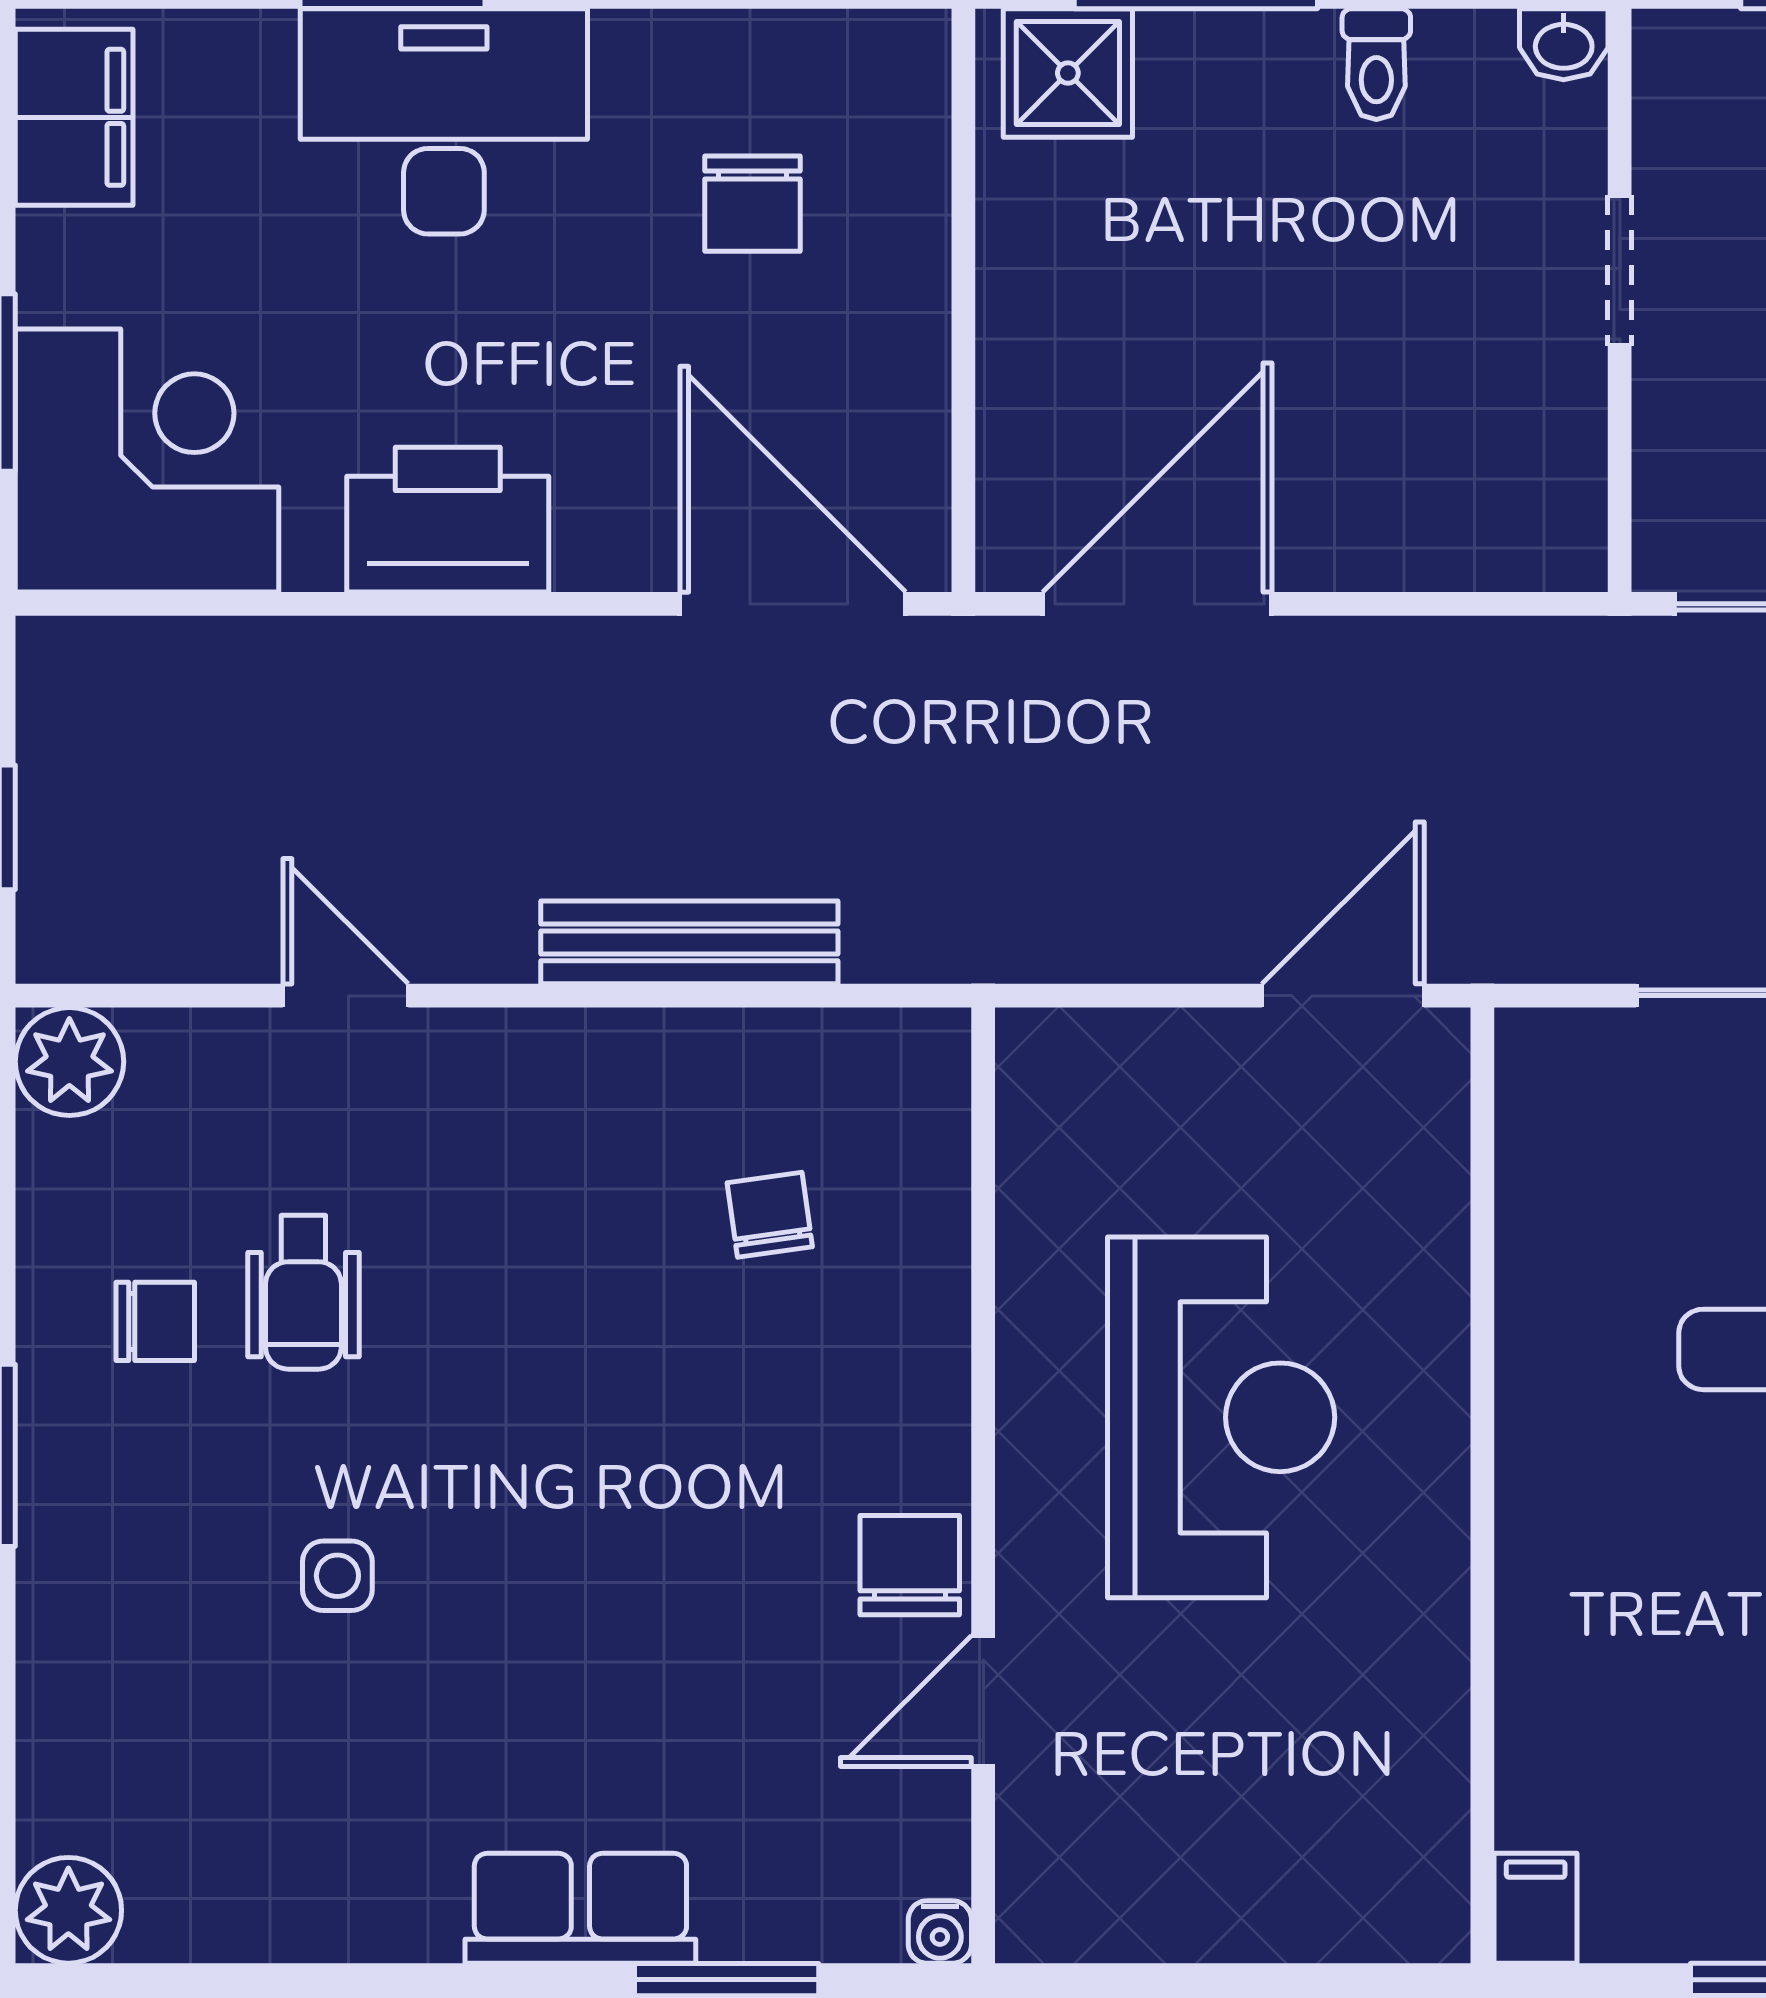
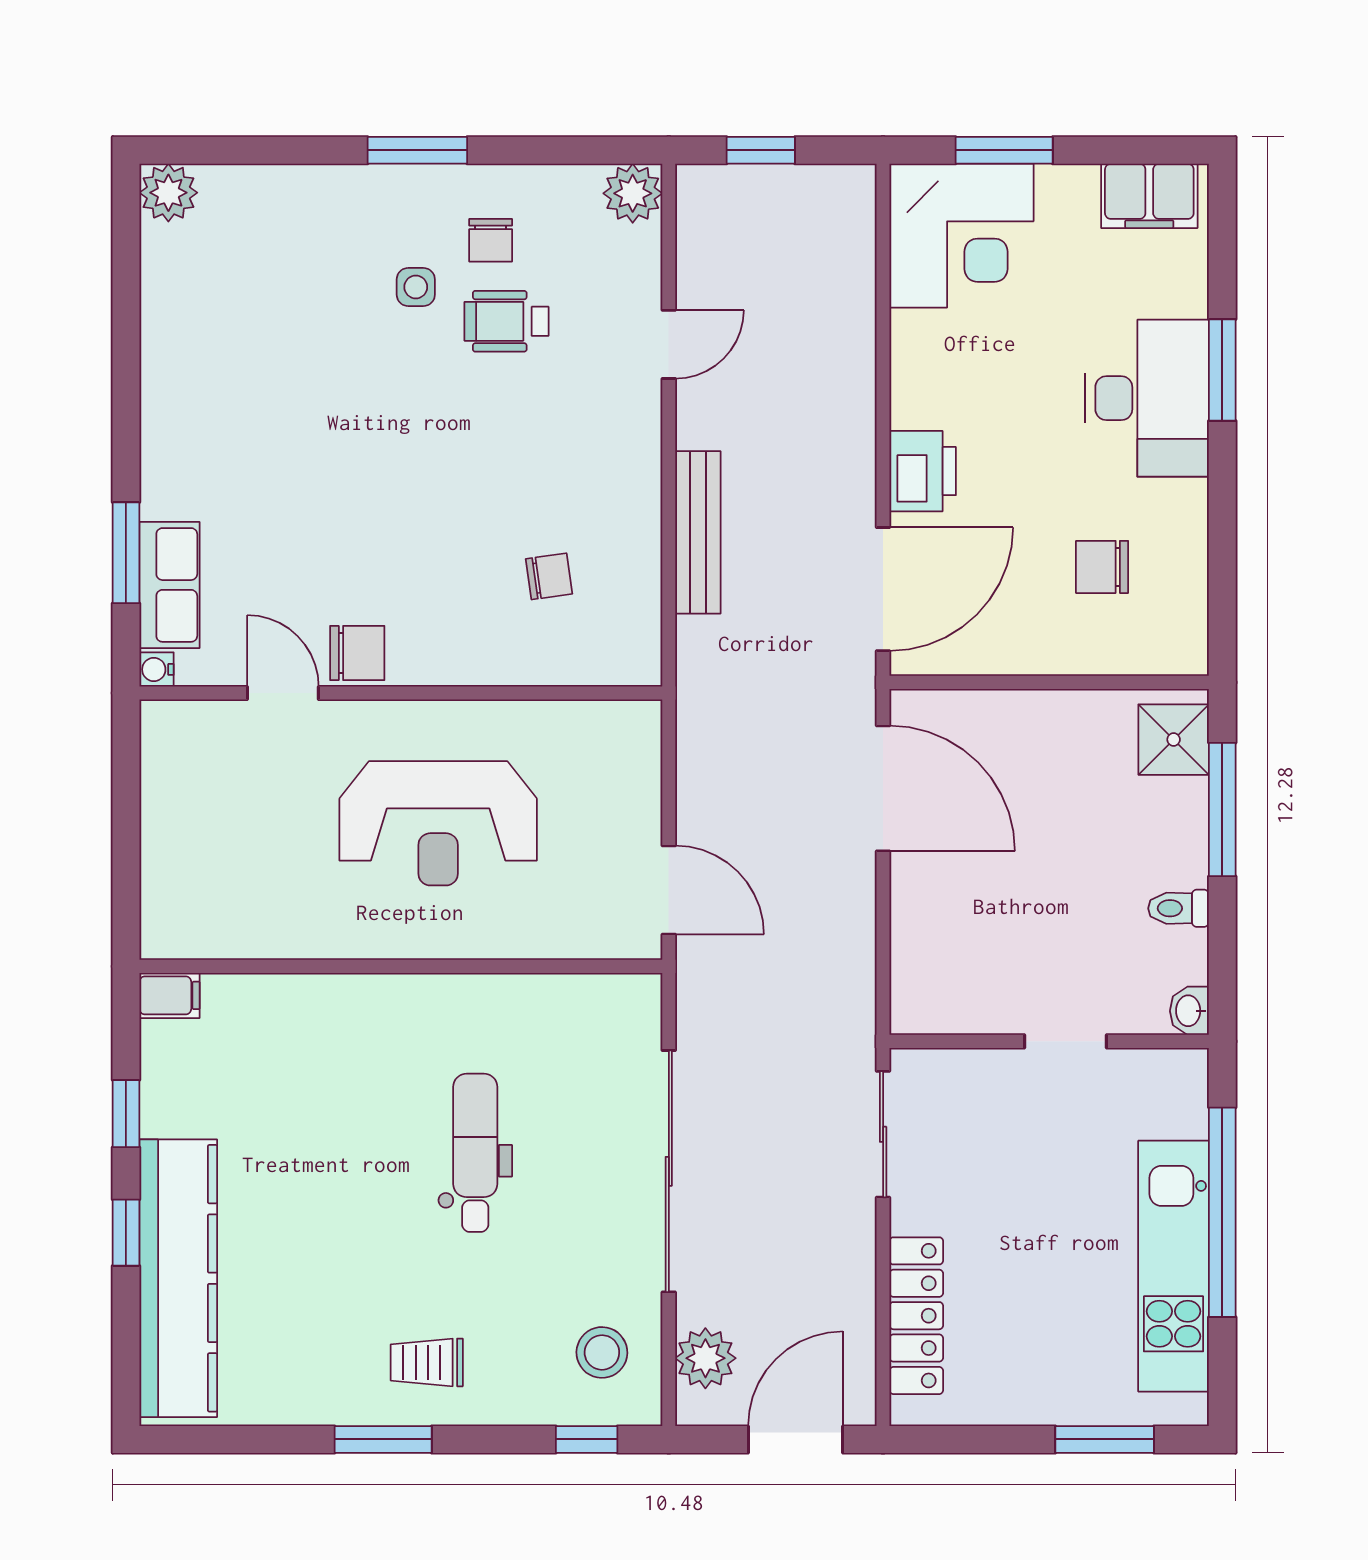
printer: (448, 520) -> (923, 471), moved, width x0.73, depth x0.84
side table: (337, 1576) -> (416, 287), moved
row of seats: (580, 1908) -> (170, 585), moved

